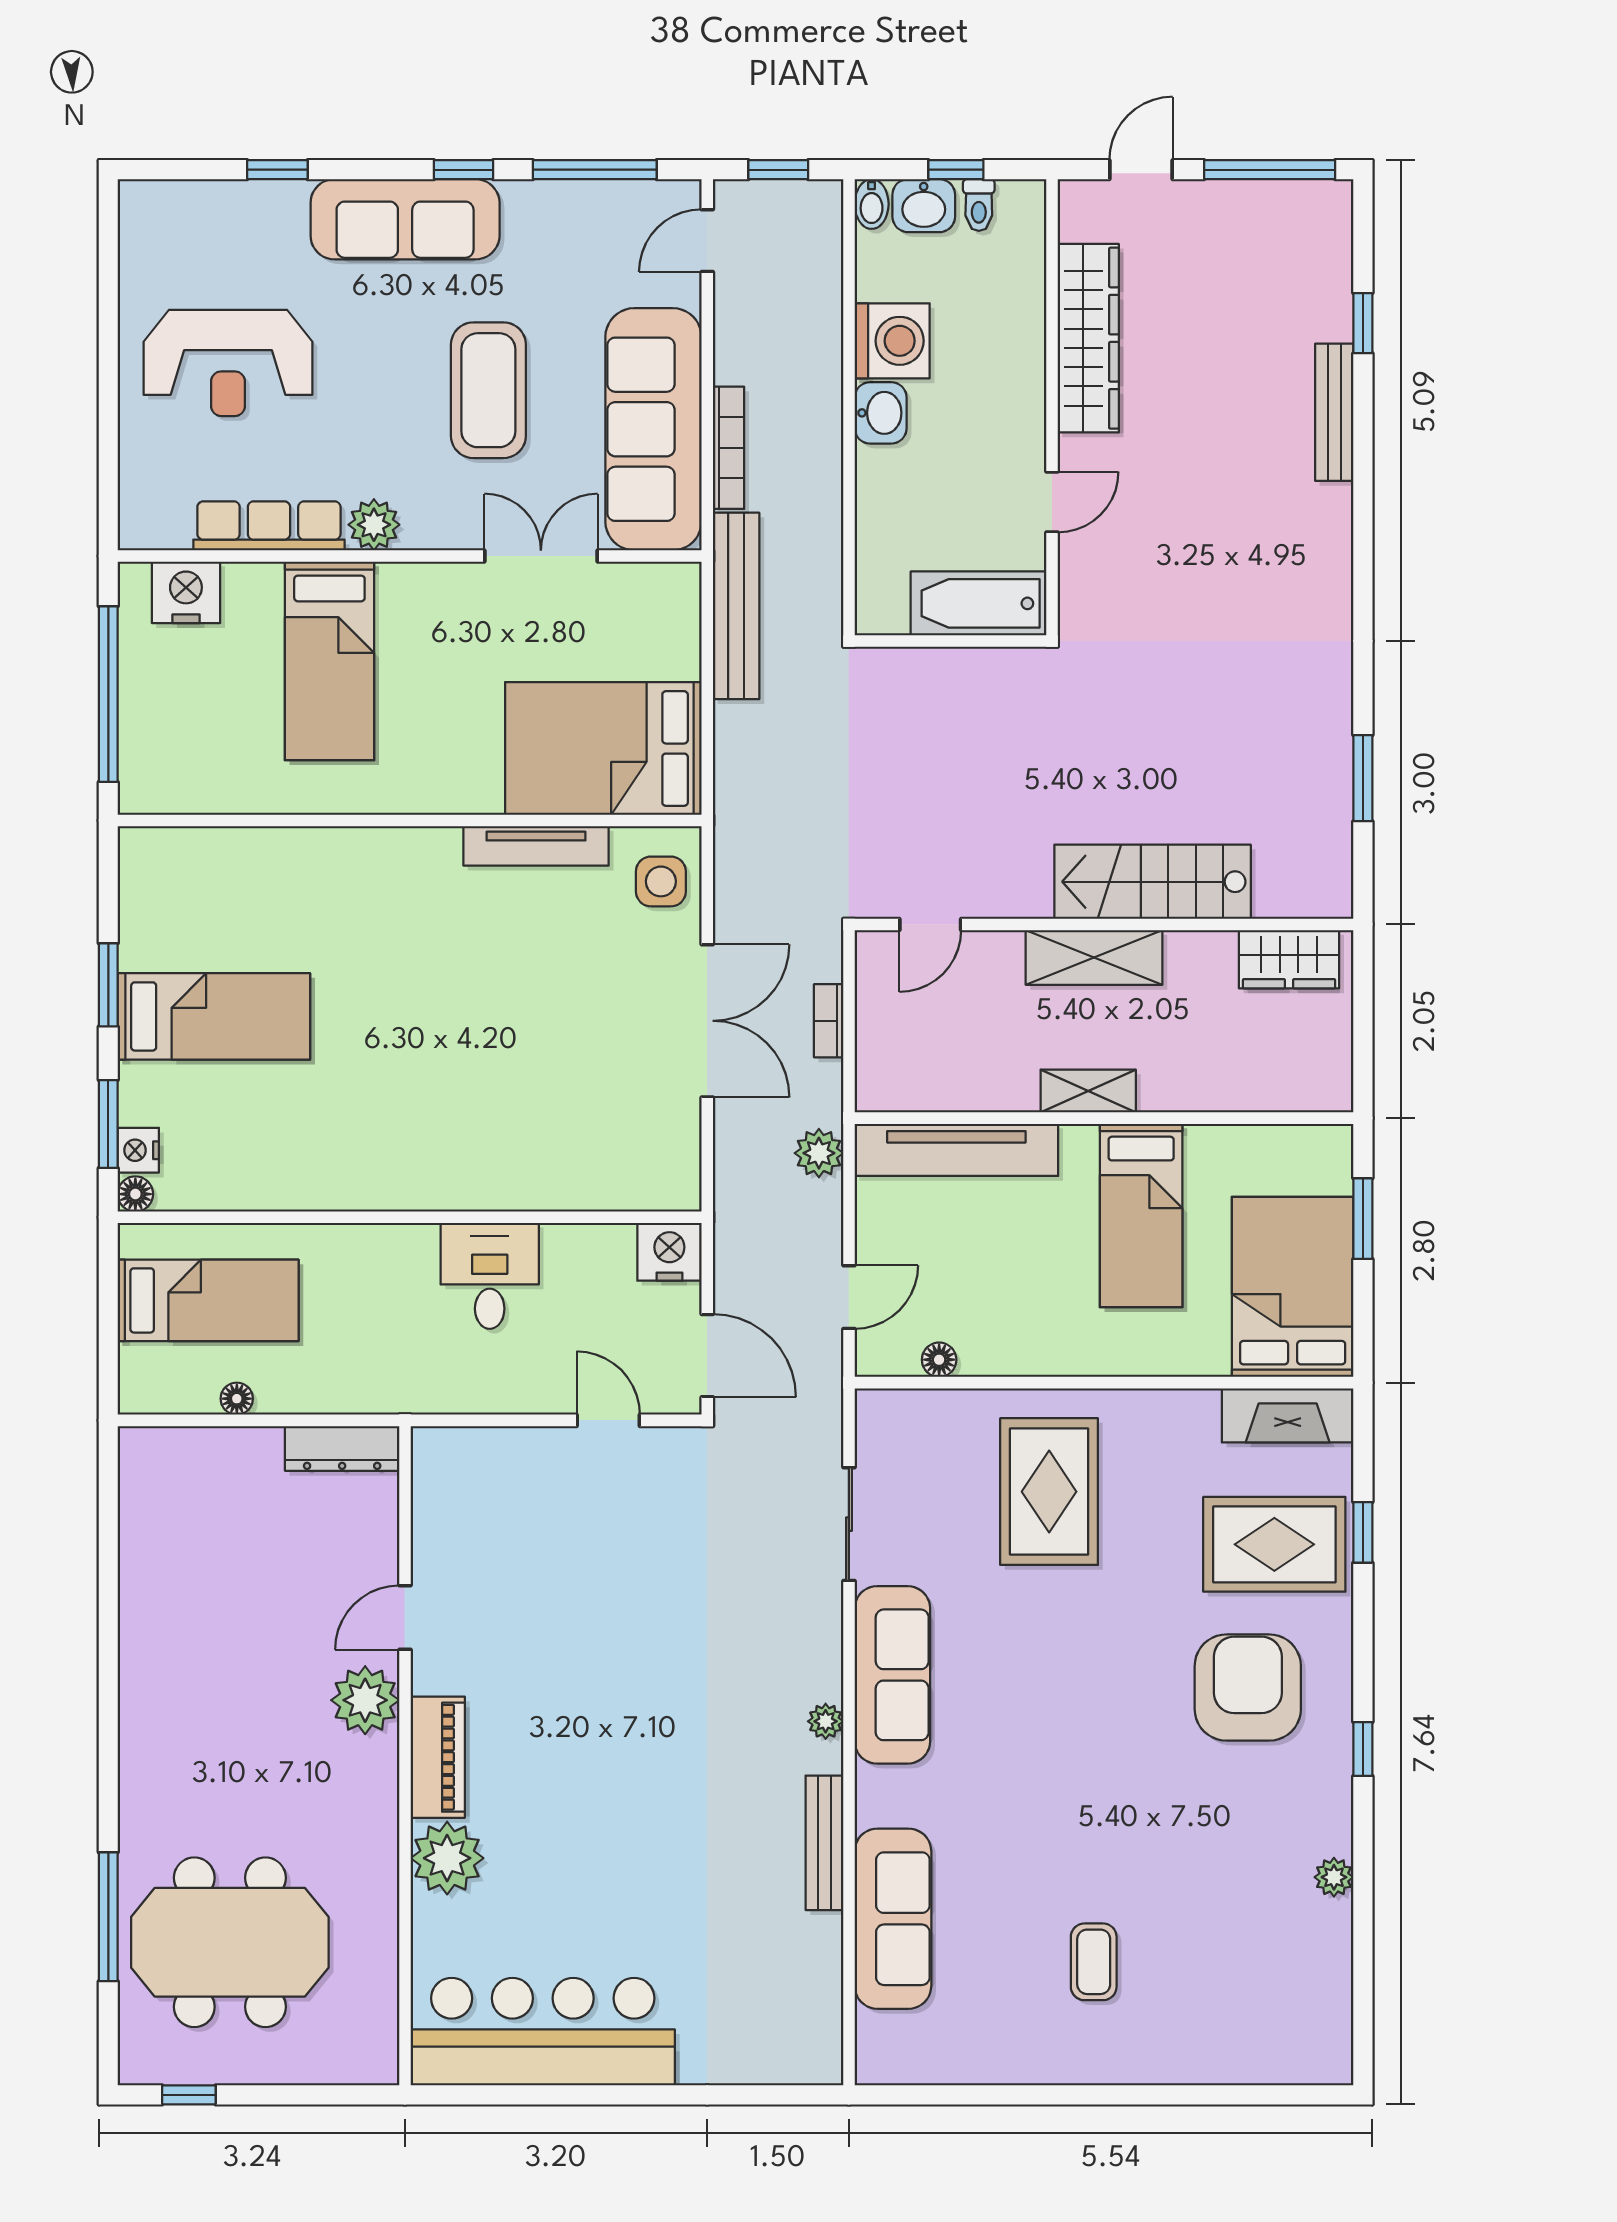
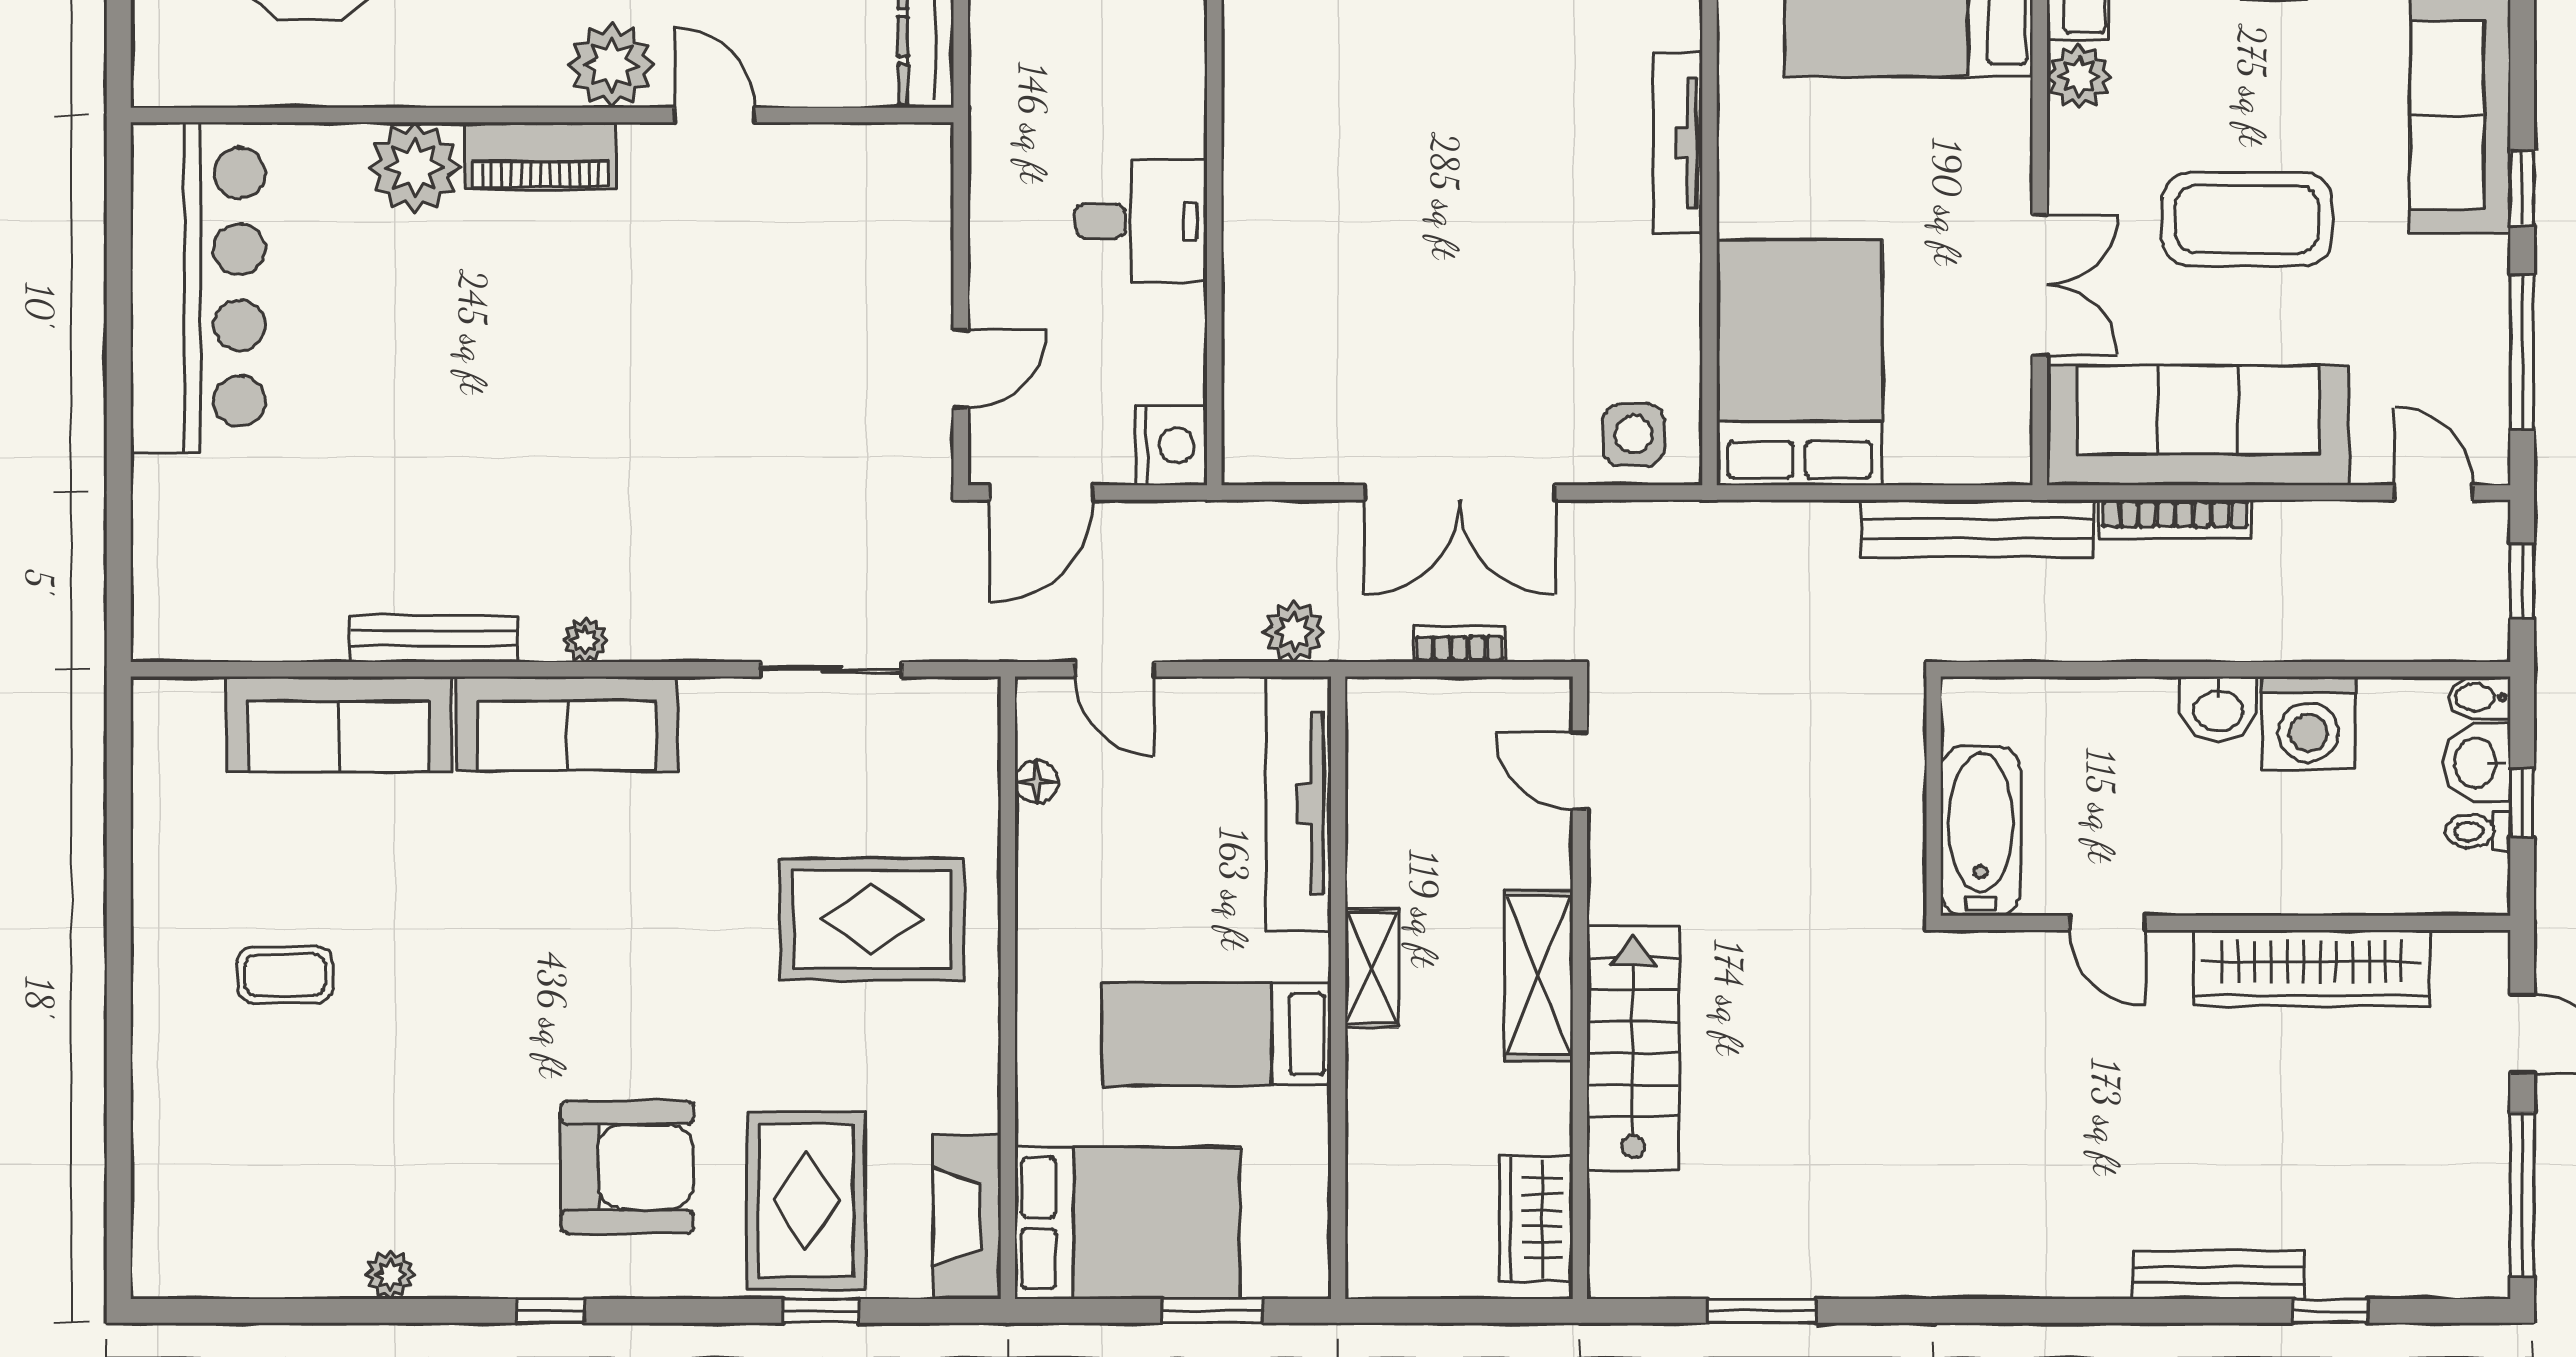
tv unit: (536, 846) -> (1678, 143), moved
sofa: (892, 1675) -> (567, 724), moved

